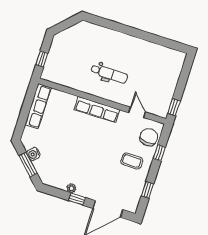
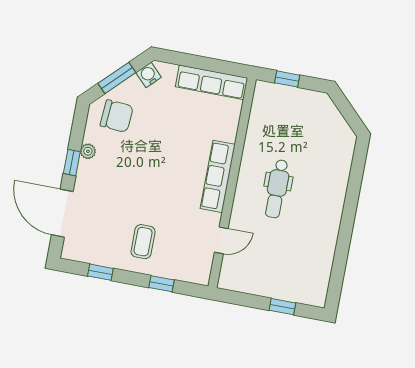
window: (174, 107) -> (282, 307), moved
chair: (149, 137) -> (117, 116), moved
water cooler: (33, 154) -> (149, 75), moved

